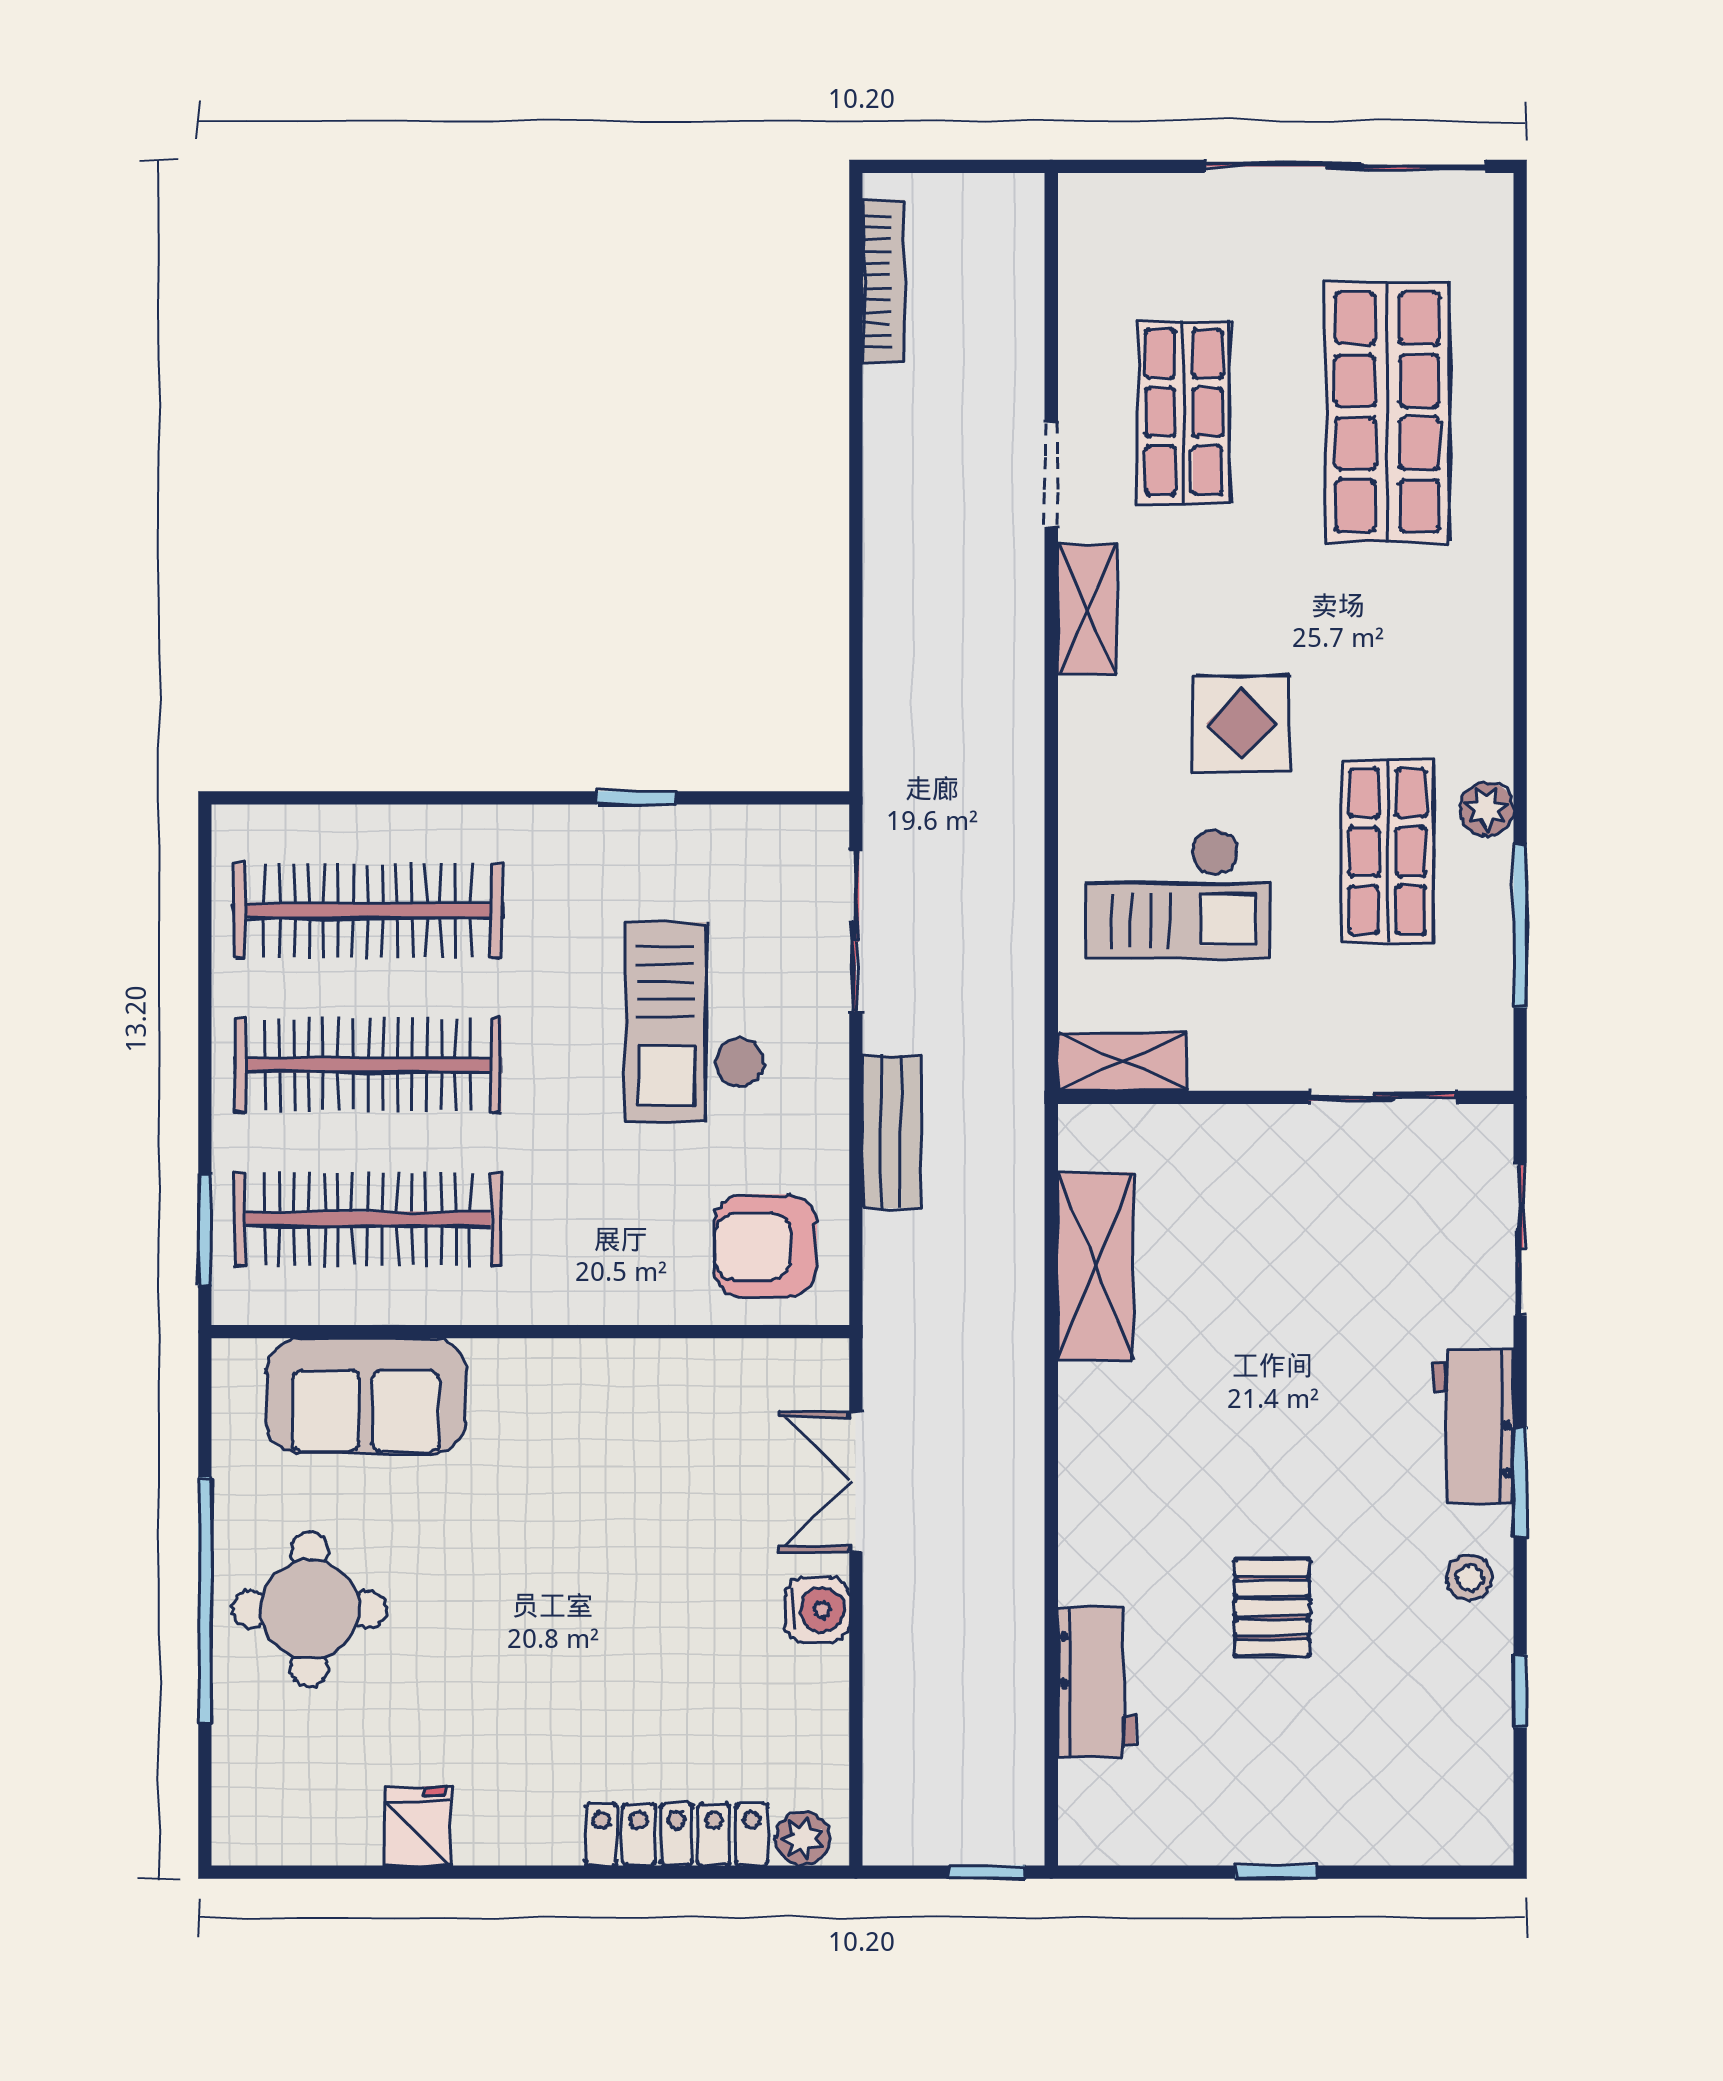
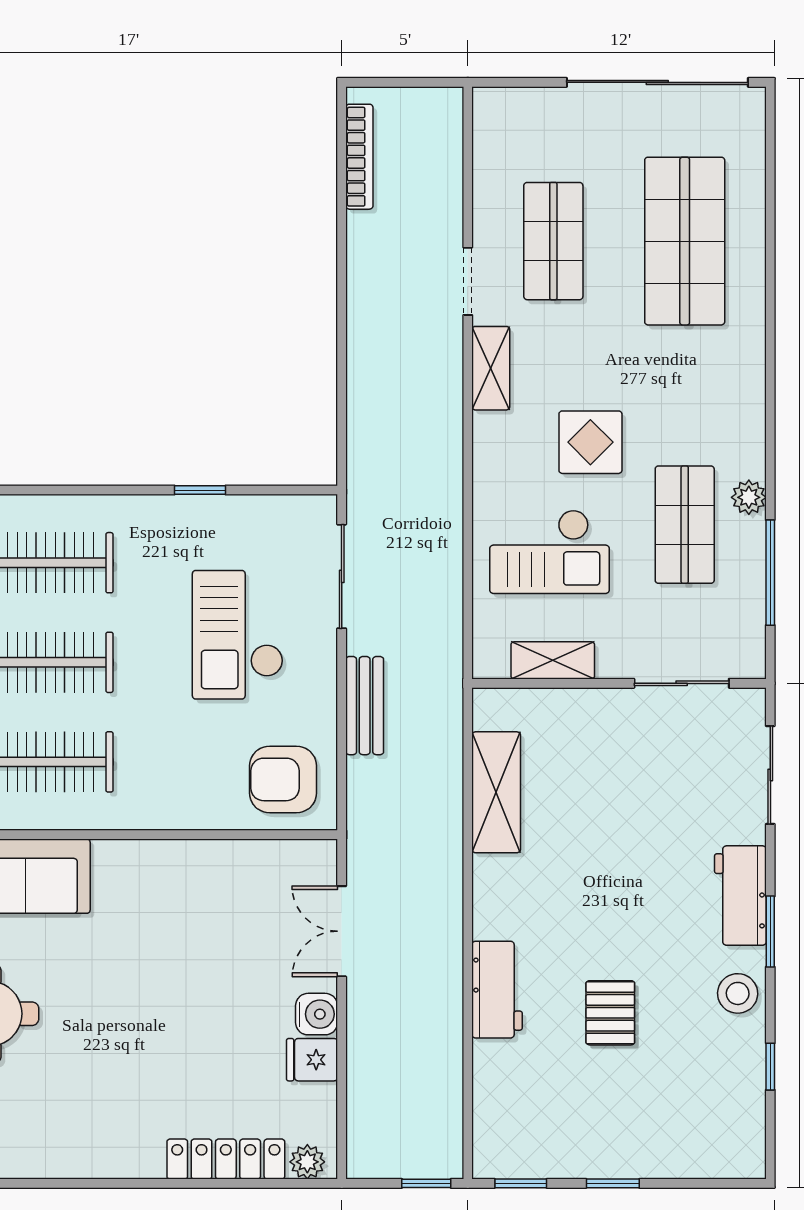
shelving: (1122, 1062) -> (553, 660), moved
stool: (1469, 1578) -> (738, 993), width x1.37, depth x1.37
workbench: (1097, 1682) -> (497, 990), moved
fridge: (418, 1826) -> (312, 1060), moved, turned -90
window: (1133, 1872) -> (521, 1183), added

